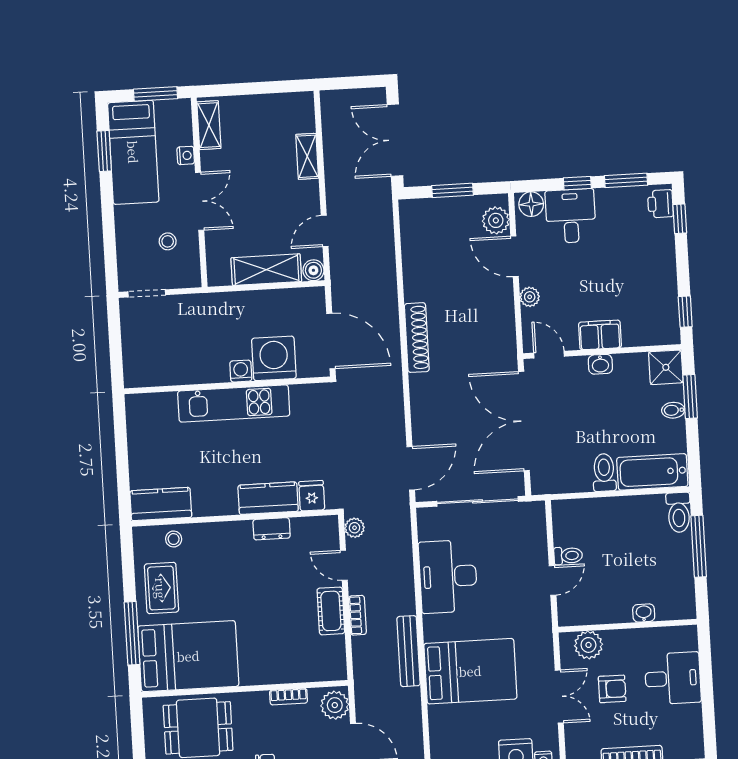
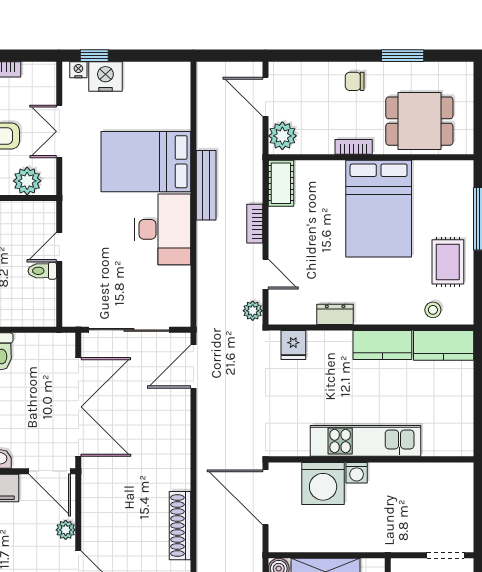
shoe rack: (417, 338) -> (180, 526), moved
door: (549, 355) -> (50, 471), width x1.38
kitchen counter: (268, 498) -> (382, 345), moved
desk: (448, 576) -> (163, 229), moved
cot: (331, 611) -> (281, 183), moved
bed: (188, 656) -> (379, 209), moved, turned -90
bookcase: (289, 697) -> (354, 147), moved

